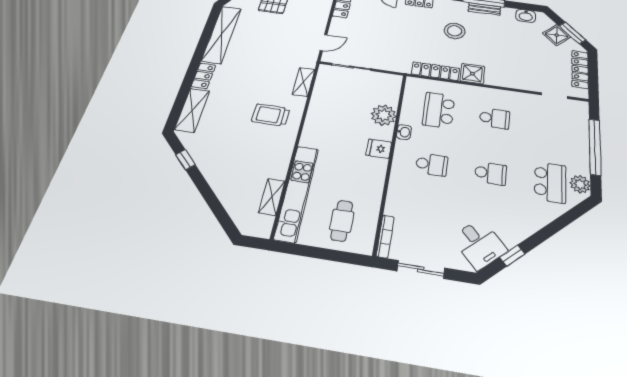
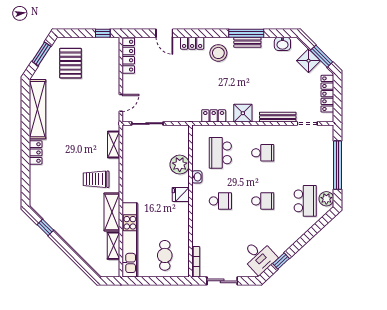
stool: (455, 31) -> (218, 53), moved
locker: (435, 71) -> (214, 116), width x0.66
bench: (516, 84) -> (278, 117), added
shelving: (192, 110) -> (112, 212), moved

